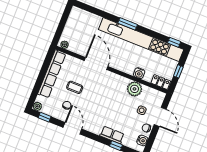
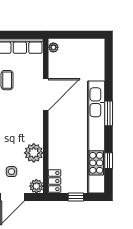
window: (174, 42) -> (109, 161), moved
water cooler: (139, 73) -> (55, 151), removed
plant: (159, 97) -> (36, 186), added

